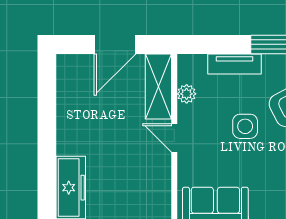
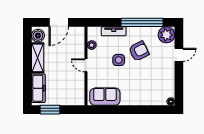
boiler: (70, 73) -> (38, 36), added
shelving: (158, 86) -> (38, 58), moved

